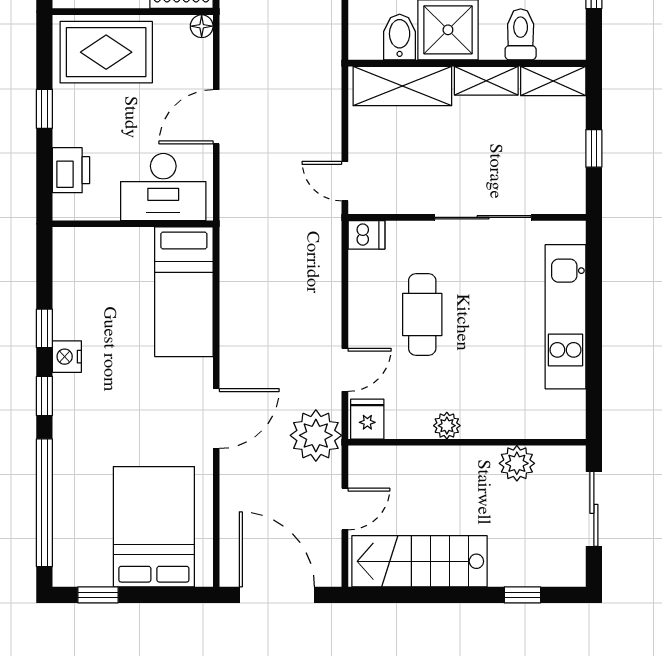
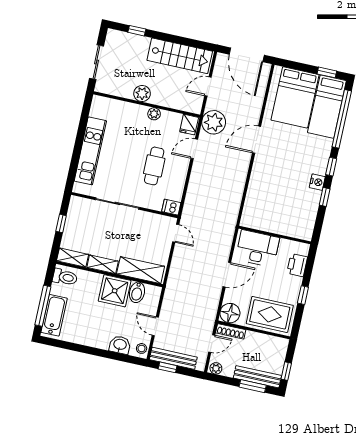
floor lamp: (202, 26) -> (230, 313), width x1.89, depth x1.89
toilet: (521, 34) -> (65, 277), moved, turned -90
bed: (184, 292) -> (327, 107), moved, turned 180
plant: (517, 463) -> (142, 94), moved

